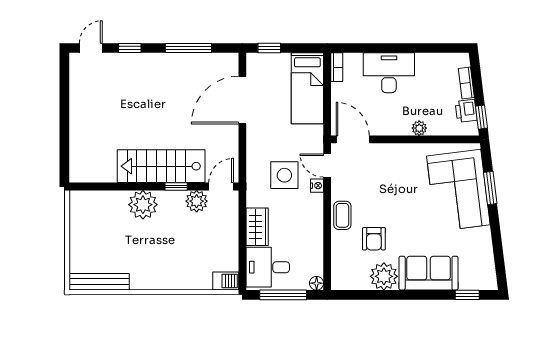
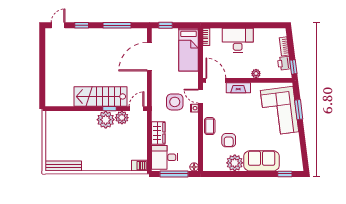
fireplace: (390, 152) -> (238, 88), added
plant: (143, 205) -> (106, 120), moved

